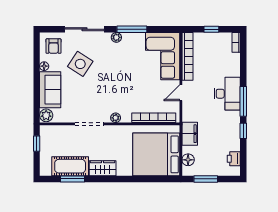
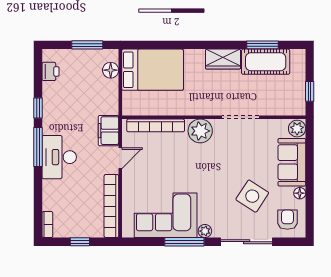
corner sofa: (163, 56) -> (166, 215), moved, turned -90
plant: (116, 118) -> (200, 131), width x1.88, depth x1.88
filing cabinet: (190, 134) -> (108, 131), moved
bed: (156, 154) -> (153, 70), width x0.73

